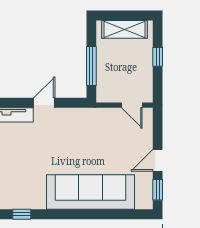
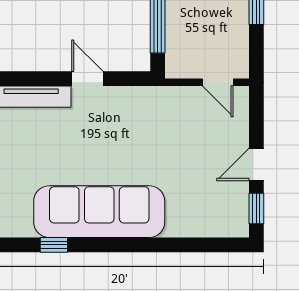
door: (44, 103) -> (87, 79), hinge flipped
sofa: (91, 192) -> (99, 212), moved

